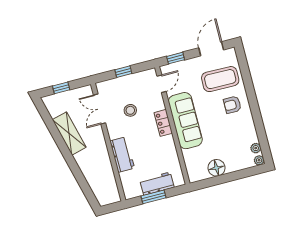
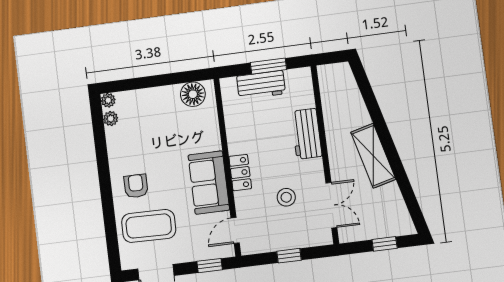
armchair: (232, 105) -> (136, 186), turned -90
sofa: (185, 121) -> (209, 182), width x0.73
shelving: (69, 133) -> (373, 156), moved
floor lamp: (217, 168) -> (193, 94), moved

